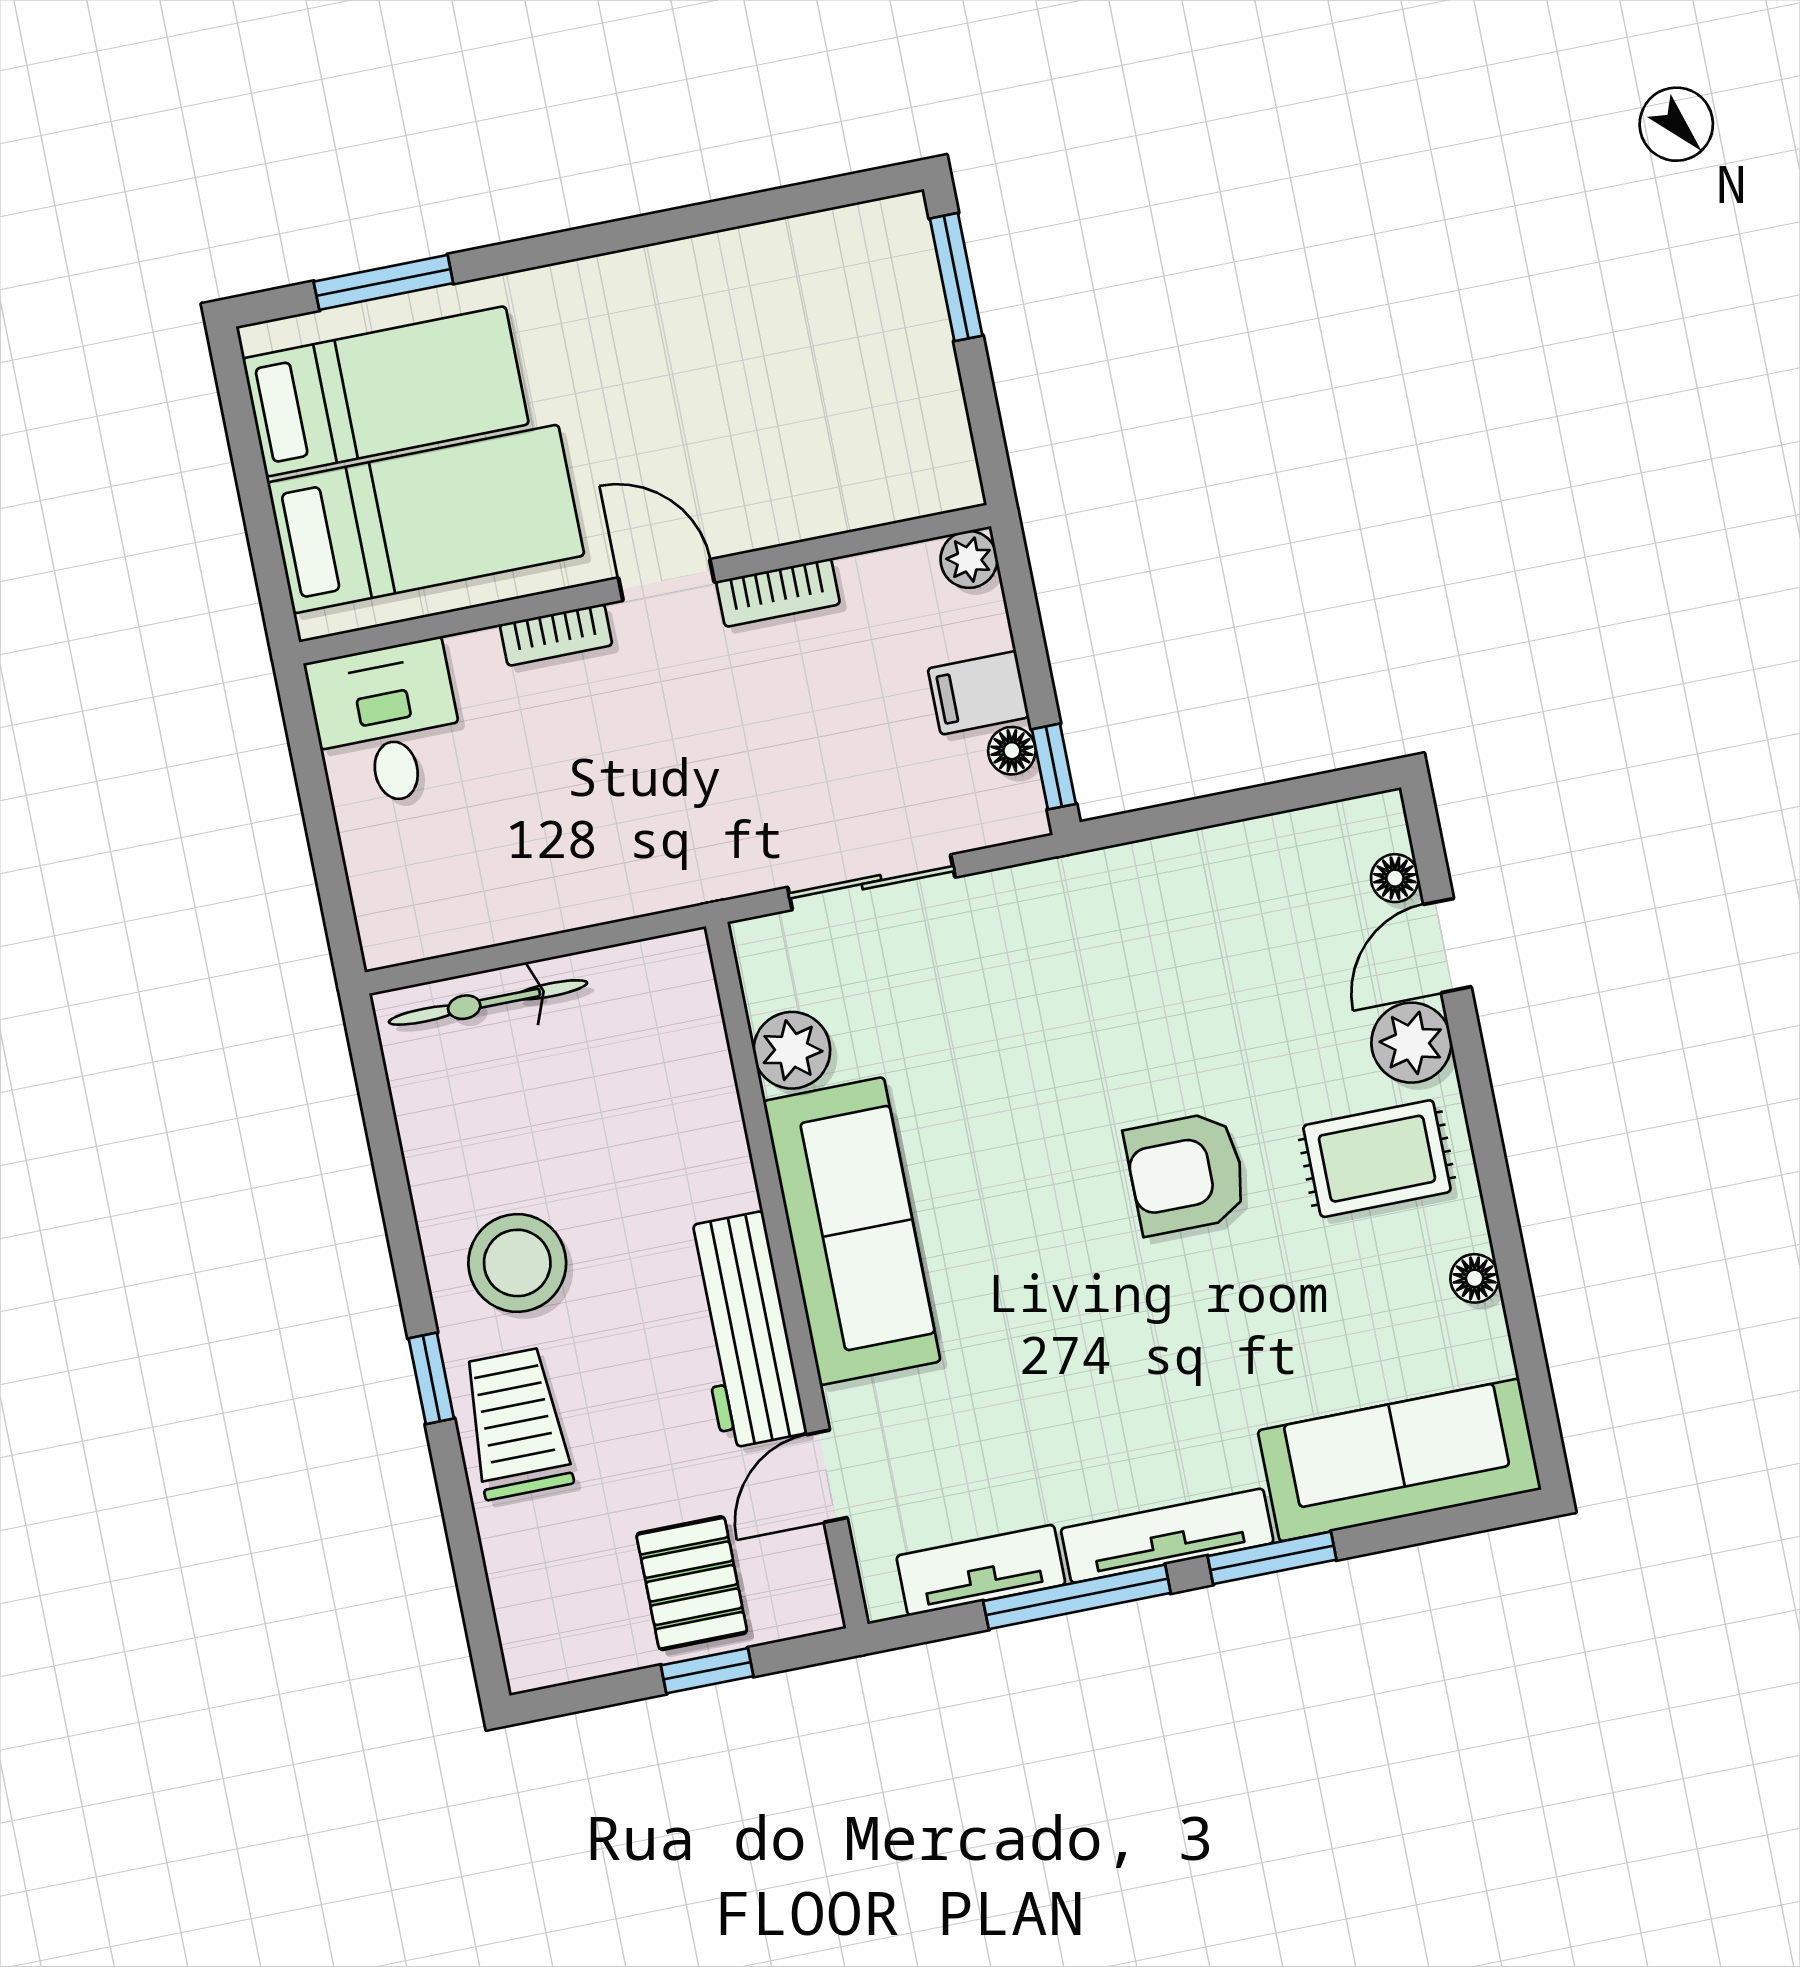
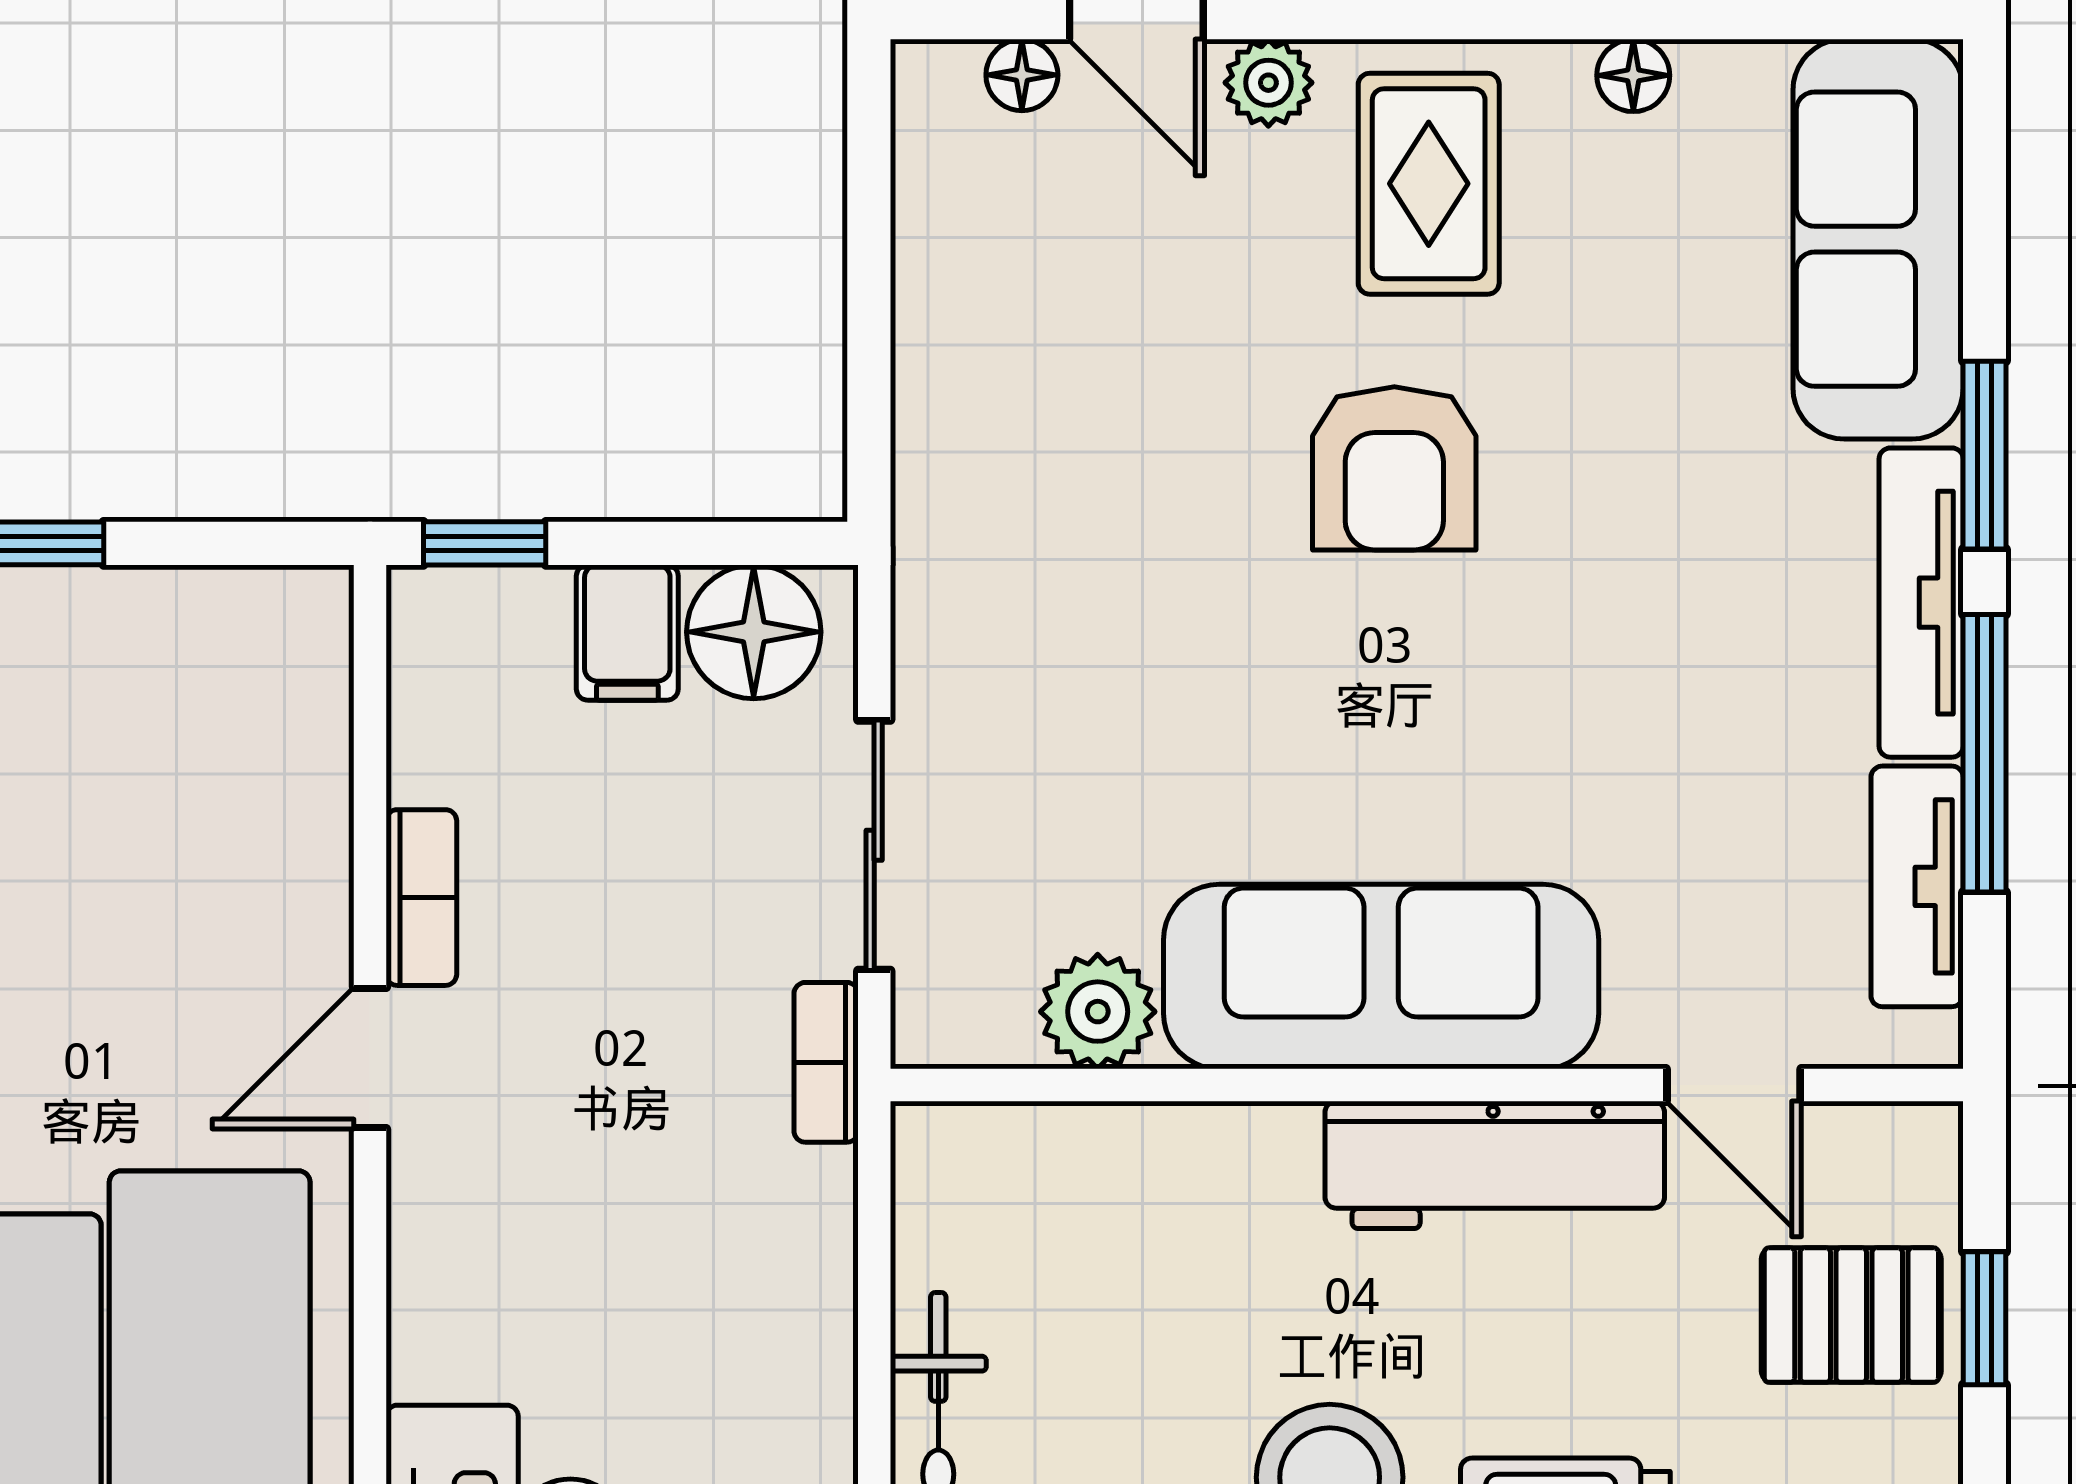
plant: (969, 559) -> (429, 607), removed
bookcase: (556, 635) -> (826, 1062), moved, turned 180
floor lamp: (1012, 751) -> (754, 632), width x1.89, depth x1.89
window: (1054, 767) -> (485, 543), moved
plant: (1411, 1043) -> (1268, 83), width x0.73, depth x0.73

